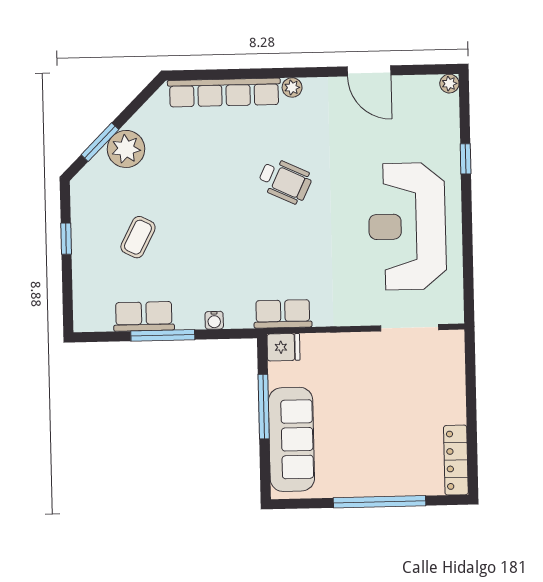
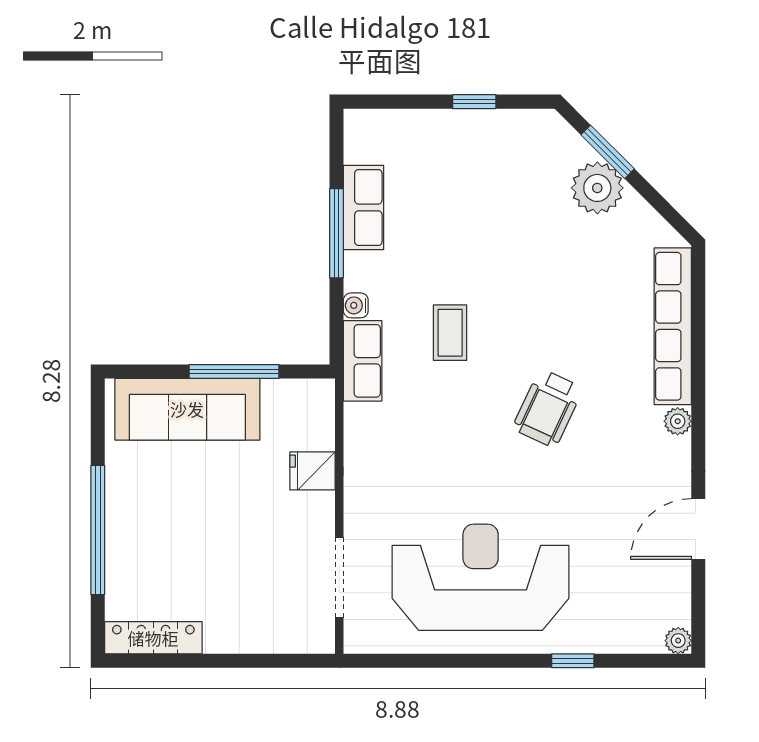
coffee table: (138, 237) -> (450, 333), moved, turned 63
row of seats: (283, 314) -> (363, 361), moved
fridge: (283, 347) -> (312, 471), moved, turned 90

